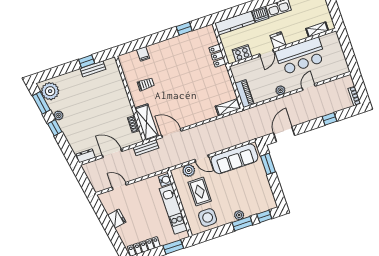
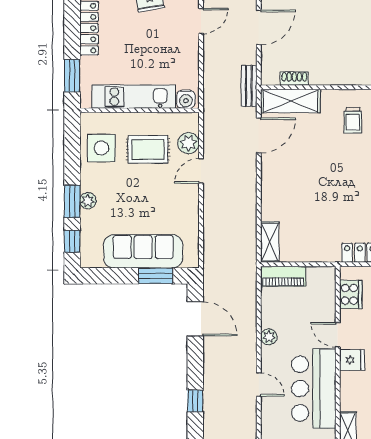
sofa: (234, 159) -> (143, 251), moved, turned 90

